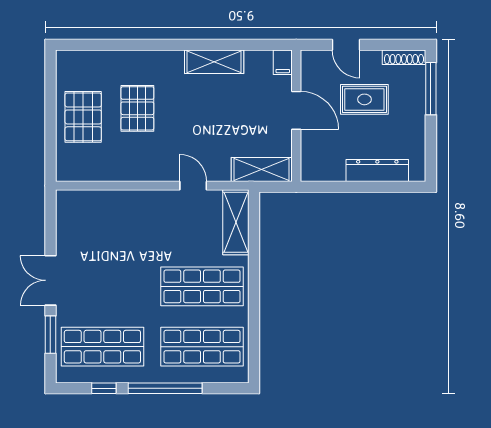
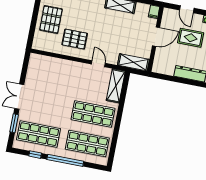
pallet: (137, 108) -> (75, 39), moved, turned 90
door: (296, 110) -> (156, 37), hinge flipped

